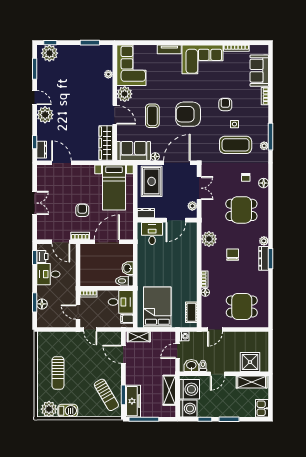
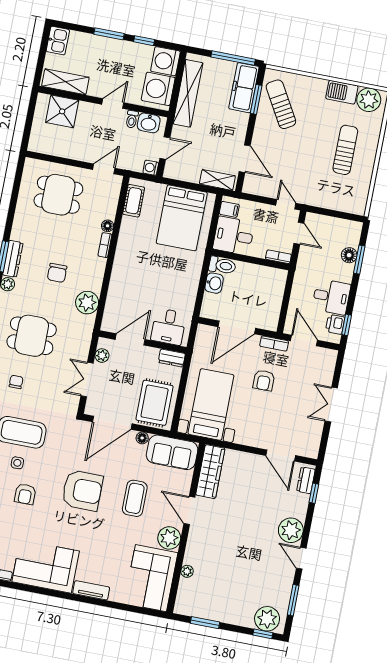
shelving: (169, 390) -> (188, 93), width x1.47

